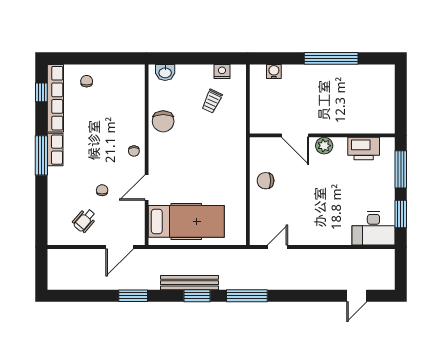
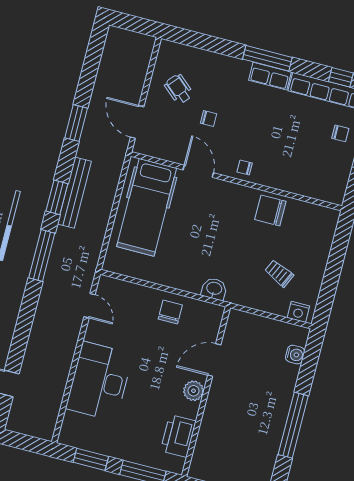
nightstand: (222, 71) -> (298, 312), moved, turned 90
washbasin: (165, 72) -> (214, 289), moved, turned 90
desk: (373, 228) -> (99, 381), moved, width x1.36, depth x1.30

